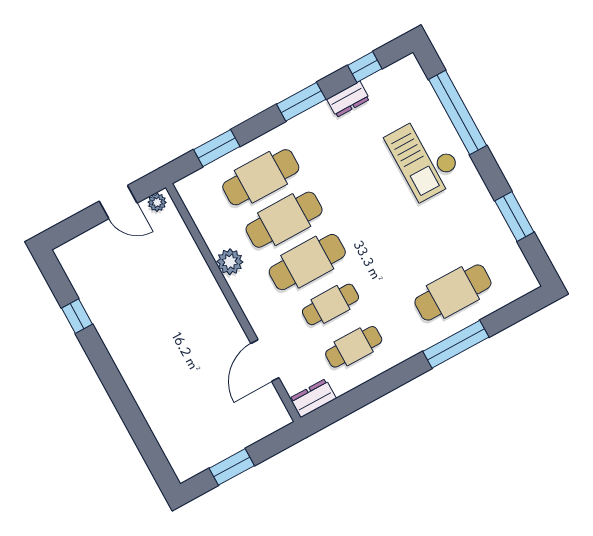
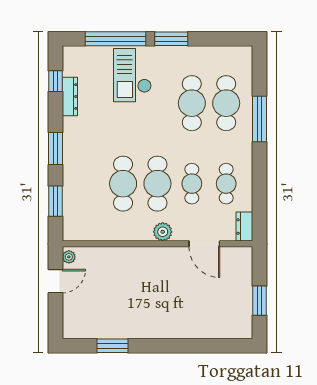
dresser: (348, 99) -> (70, 97), width x1.44
window: (301, 102) -> (55, 149), moved
checkout: (424, 158) -> (132, 75), turned 90
cafe table: (261, 177) -> (192, 103), moved
window: (514, 216) -> (171, 39), moved
plant: (230, 262) -> (163, 232), moved
window: (77, 316) -> (113, 346), width x1.50

